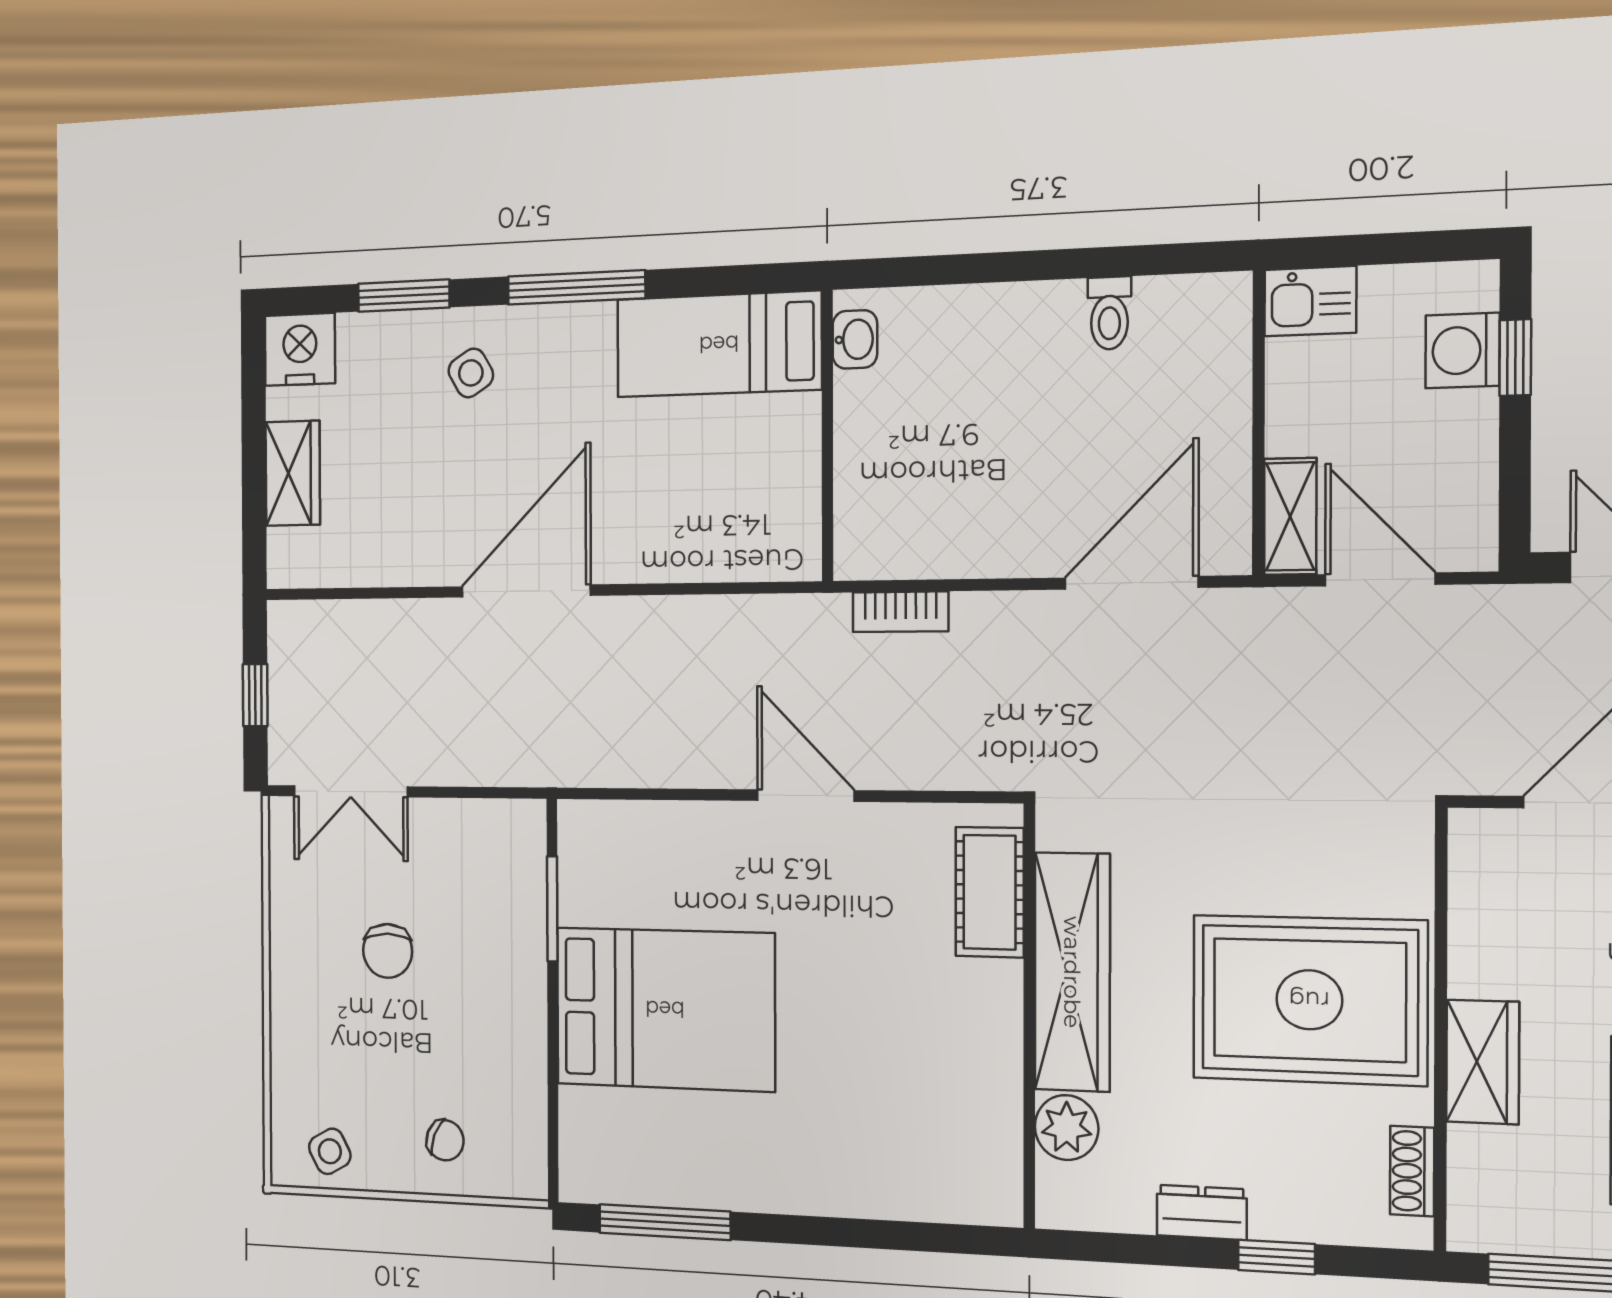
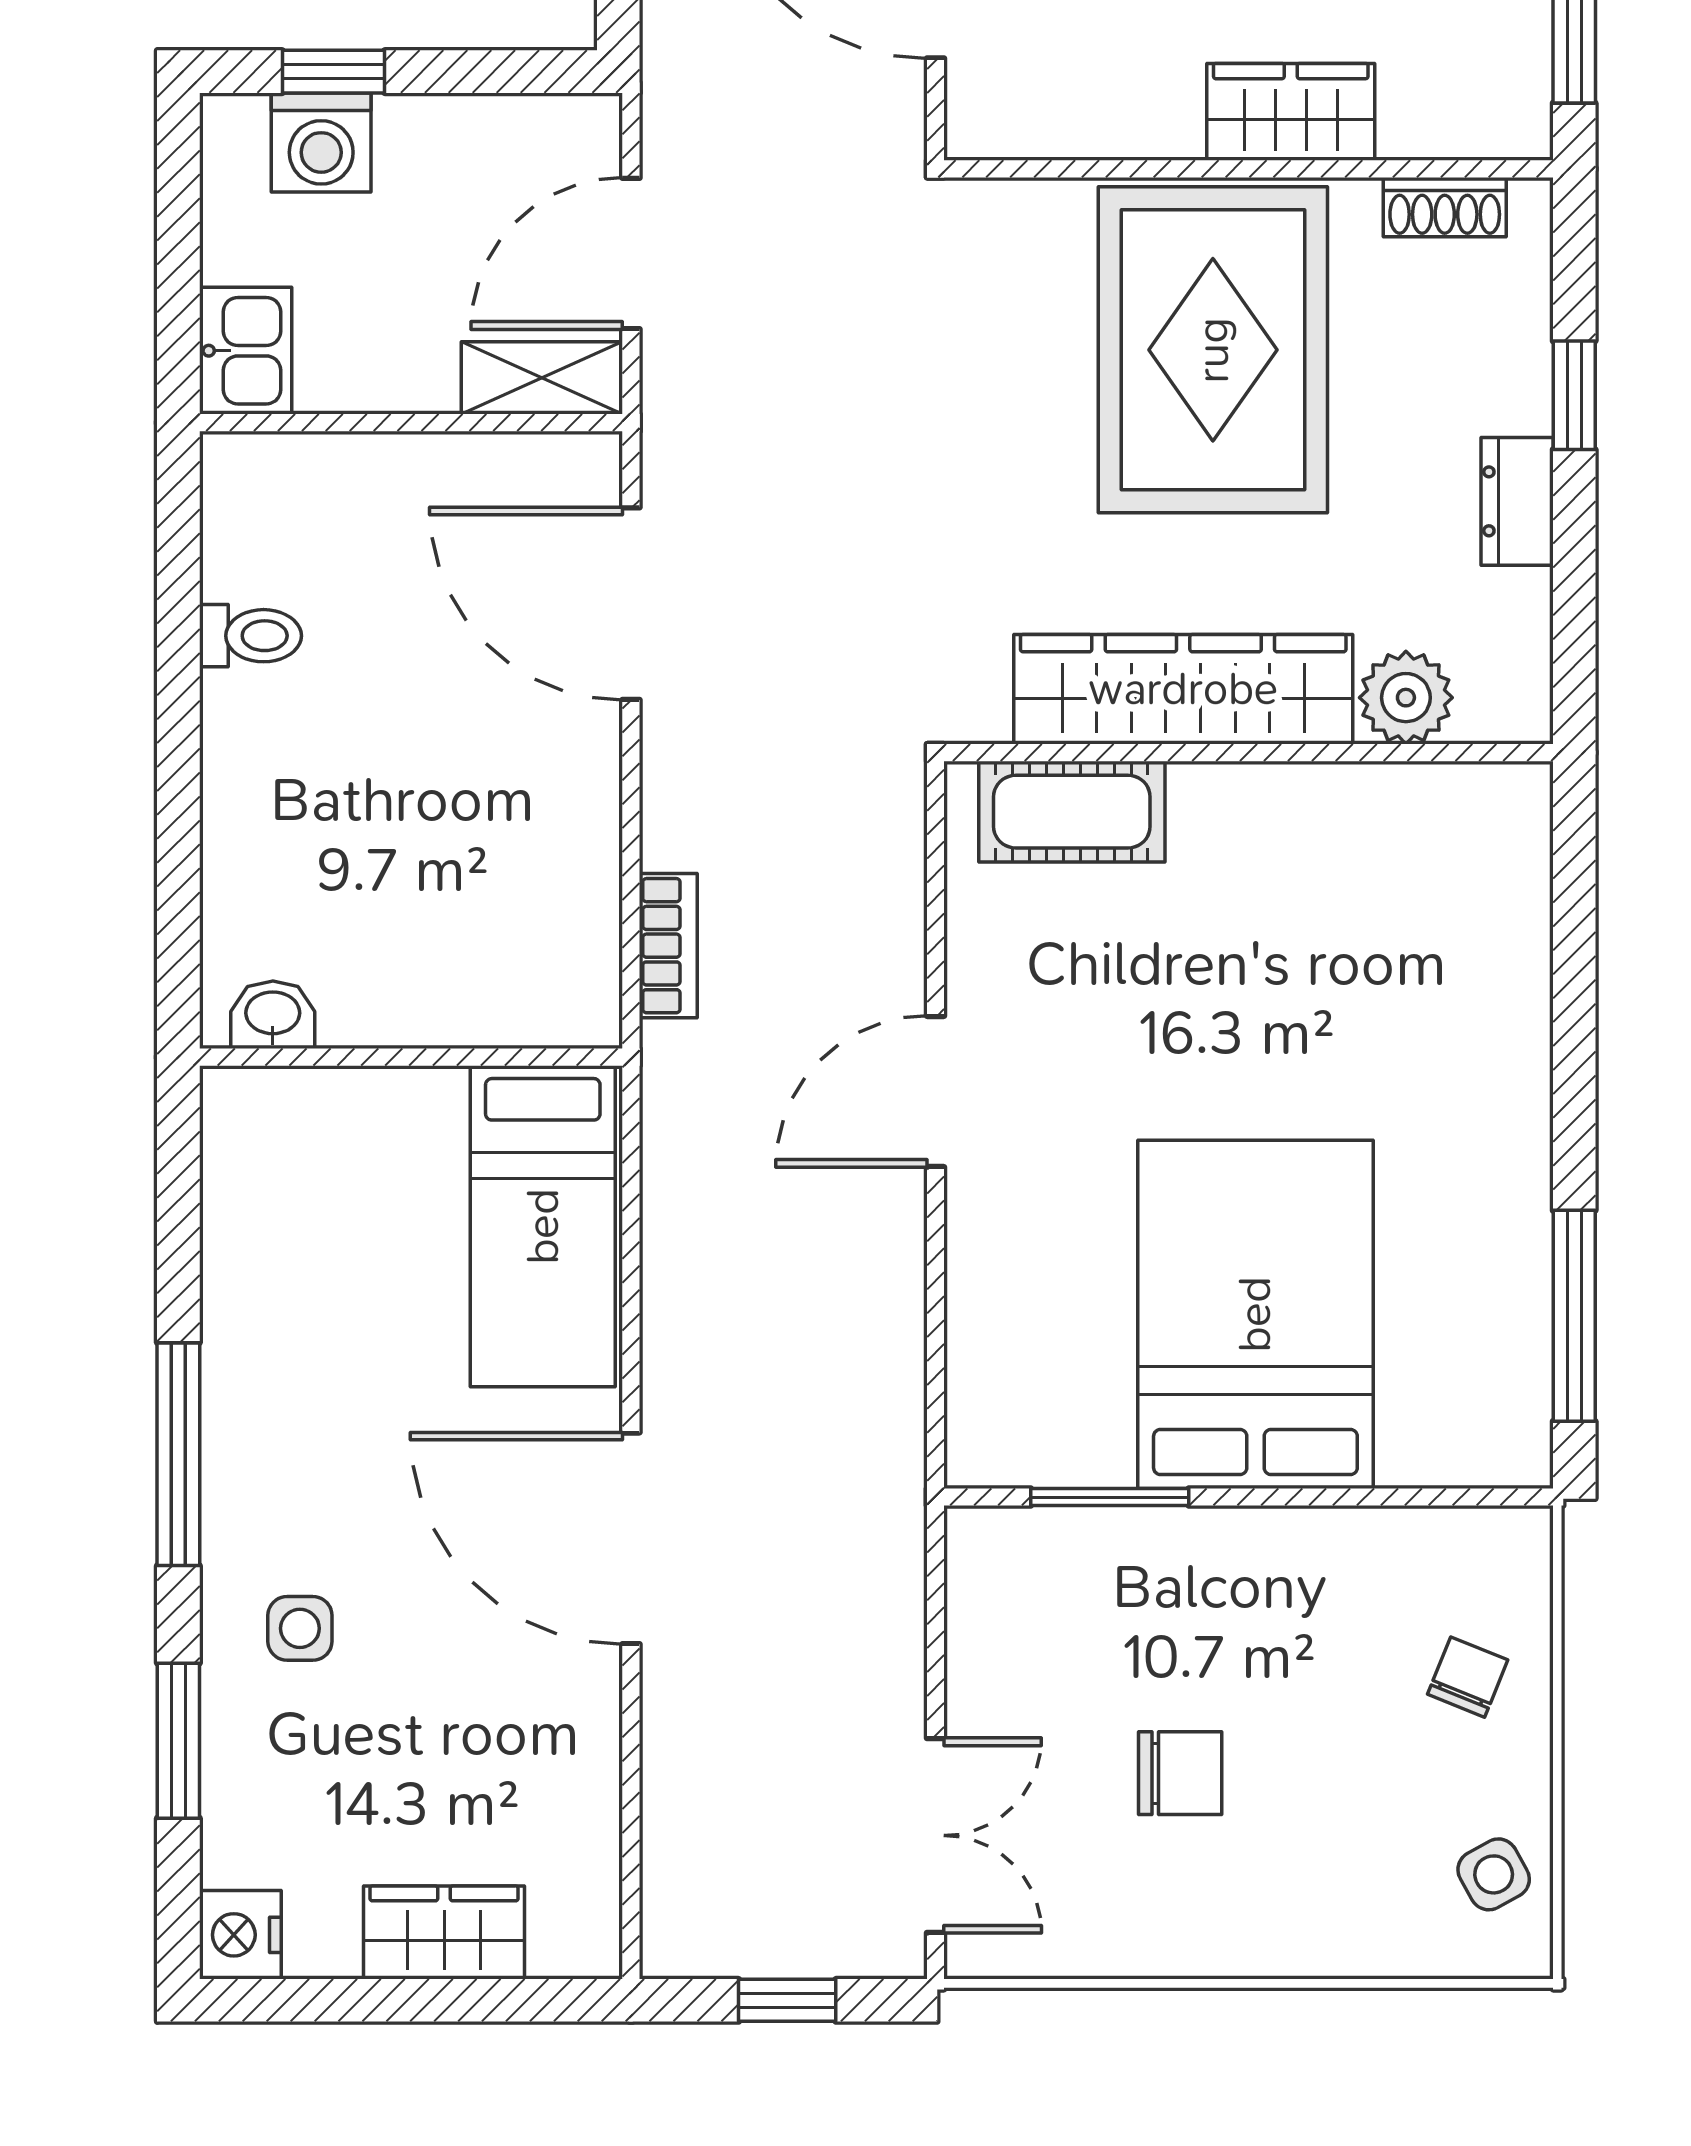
bed: (719, 344) -> (543, 1226), moved
nightstand: (300, 349) -> (240, 1935), width x0.74, depth x0.75
side table: (471, 373) -> (300, 1628), turned 31

